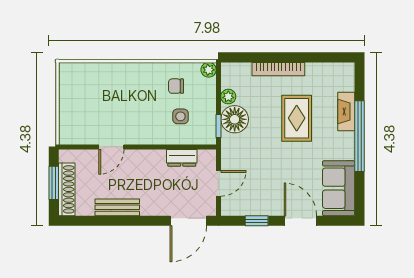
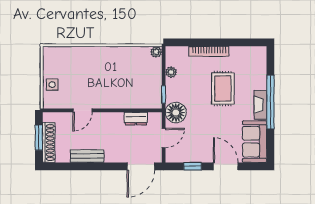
chair: (176, 86) -> (131, 64), removed
fireplace: (346, 112) -> (260, 105), moved
side table: (180, 116) -> (52, 85), moved
floor lamp: (235, 119) -> (176, 113), moved

